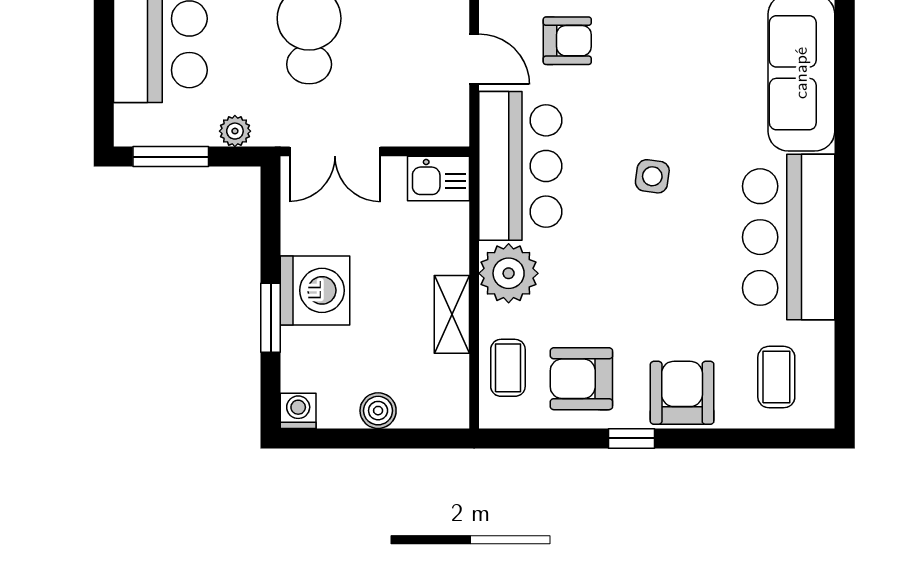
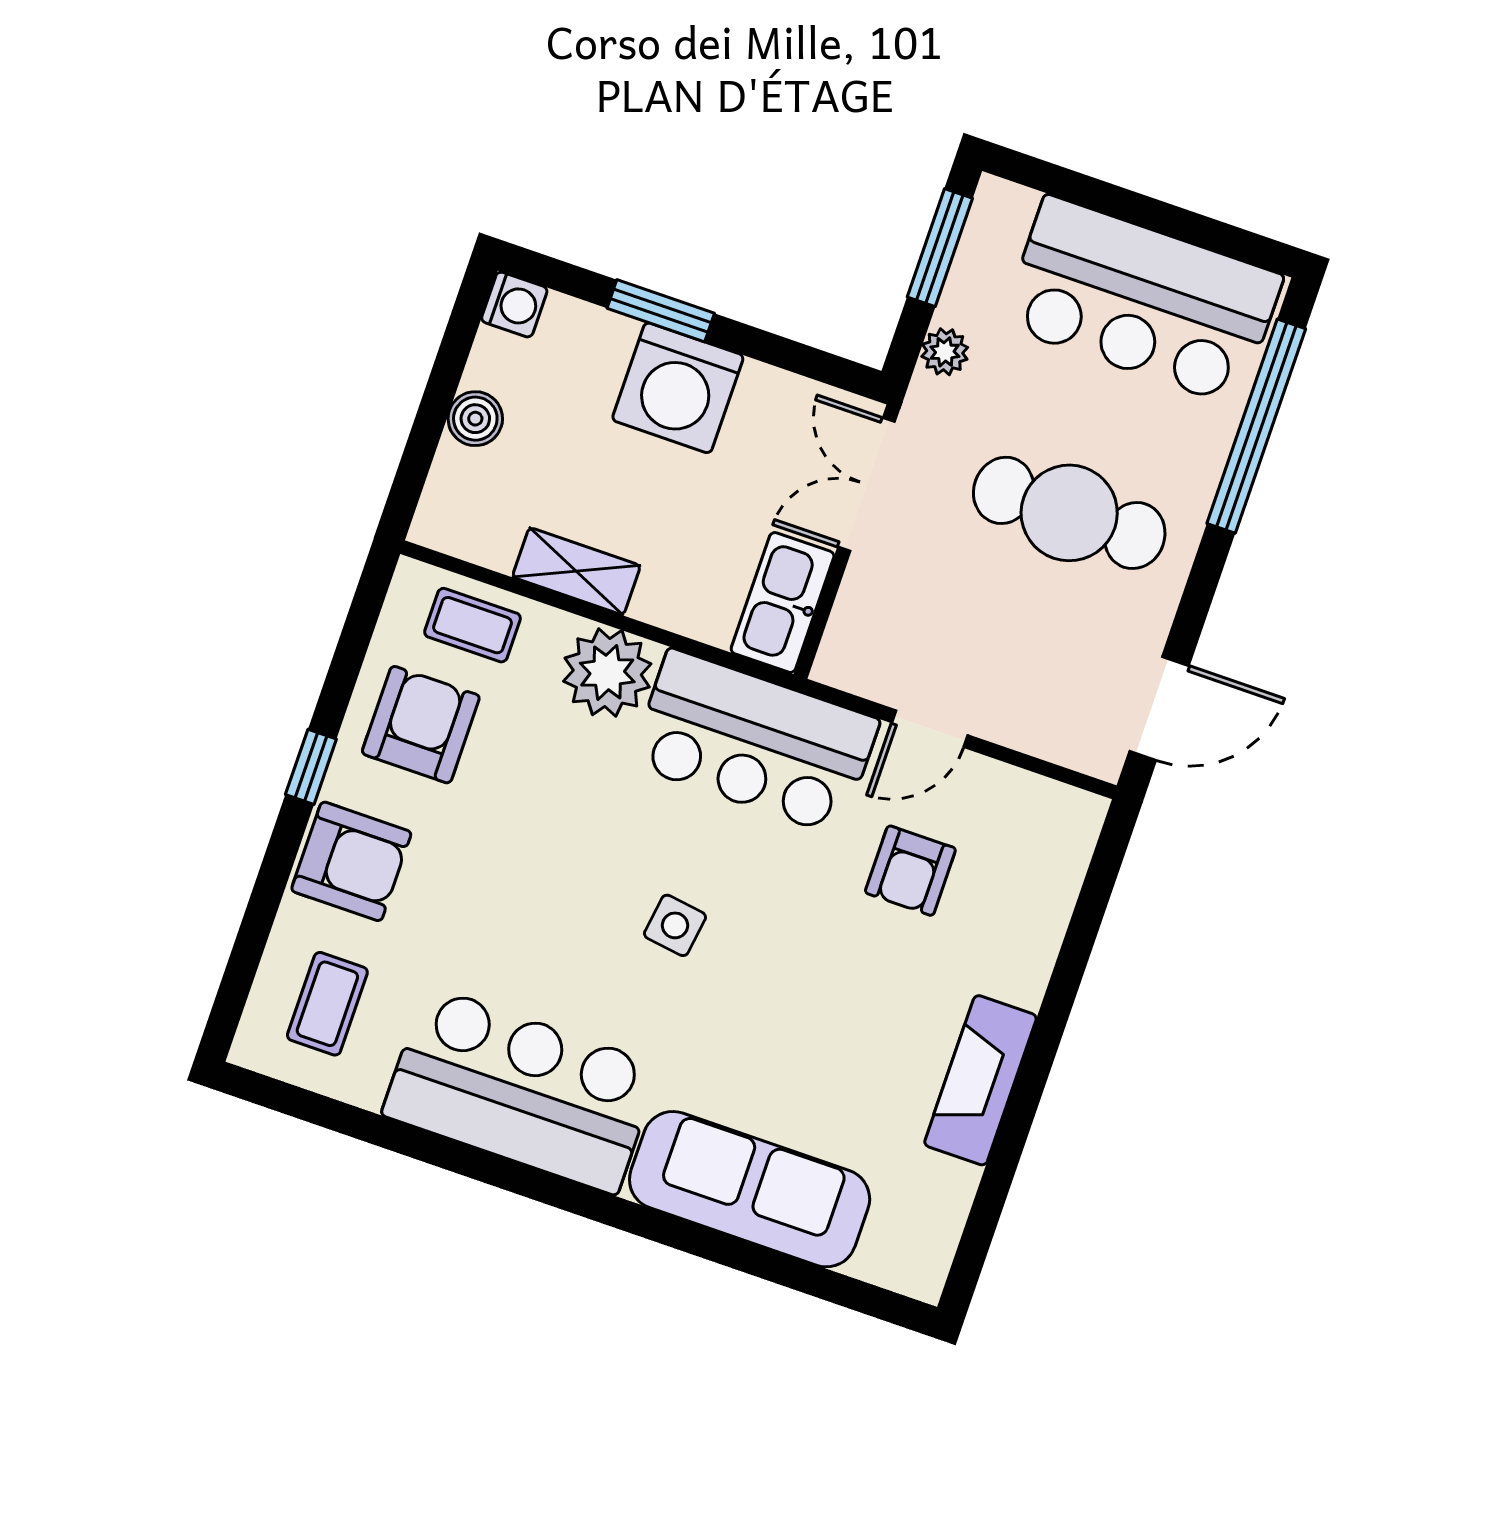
kitchen sink: (439, 179) -> (783, 603), width x1.38
coffee table: (776, 377) -> (327, 1004), turned 90

